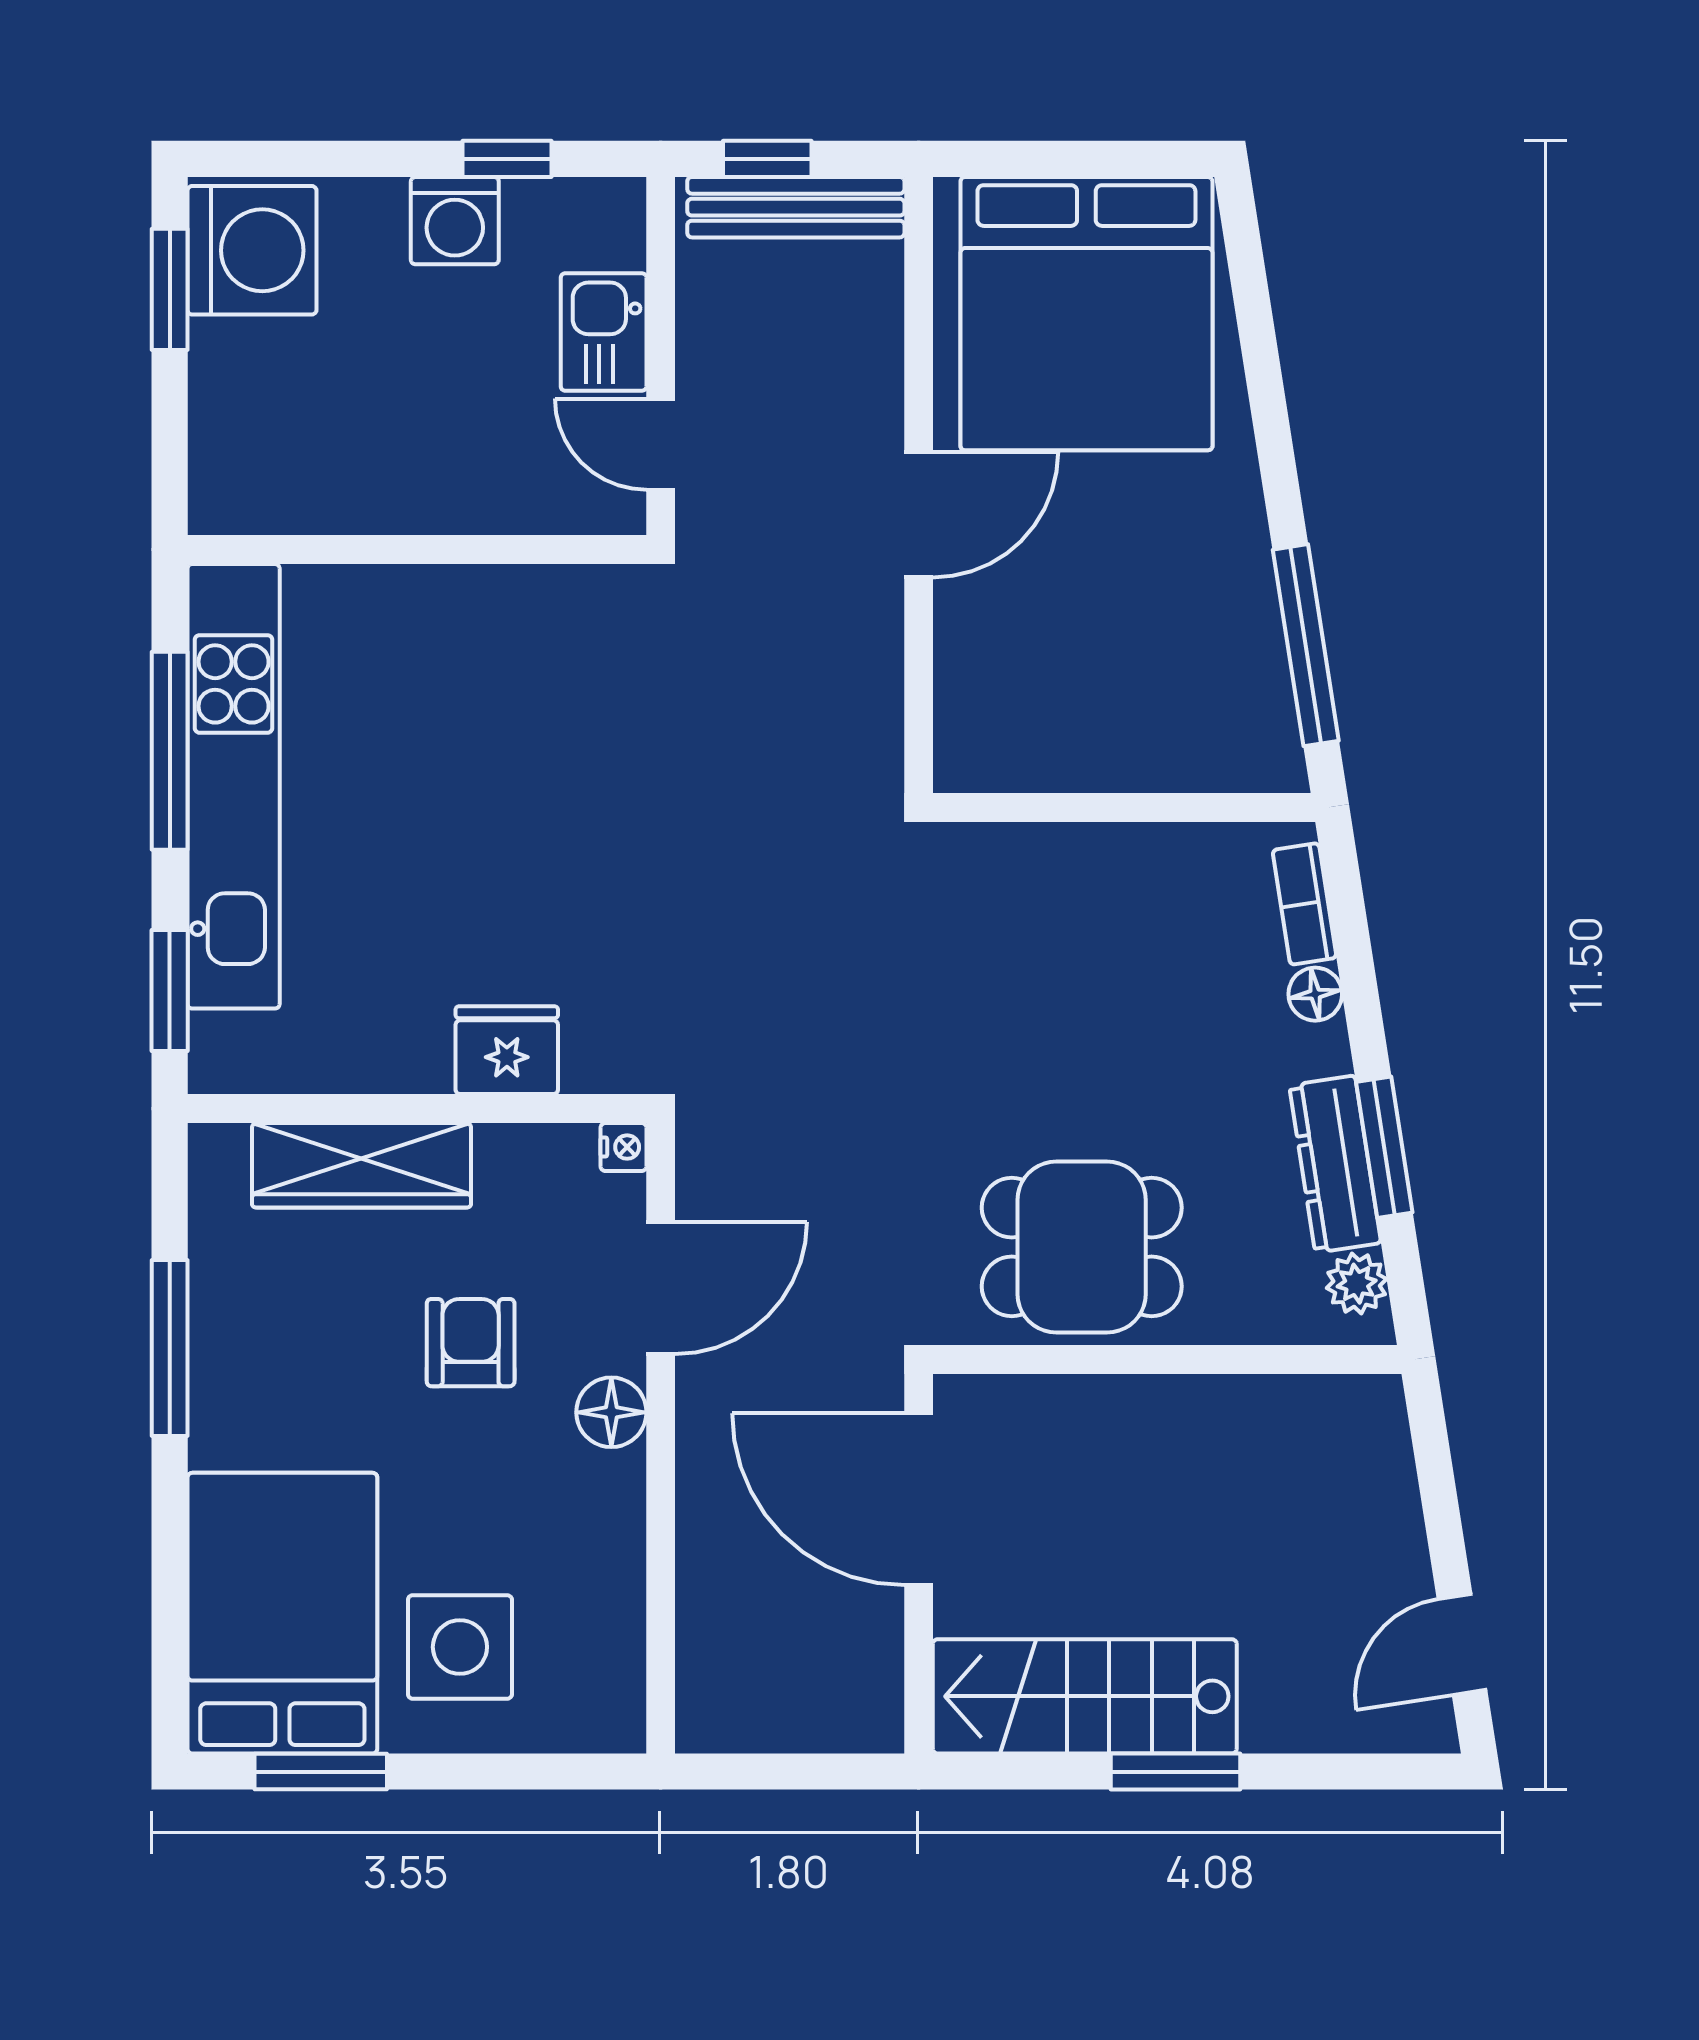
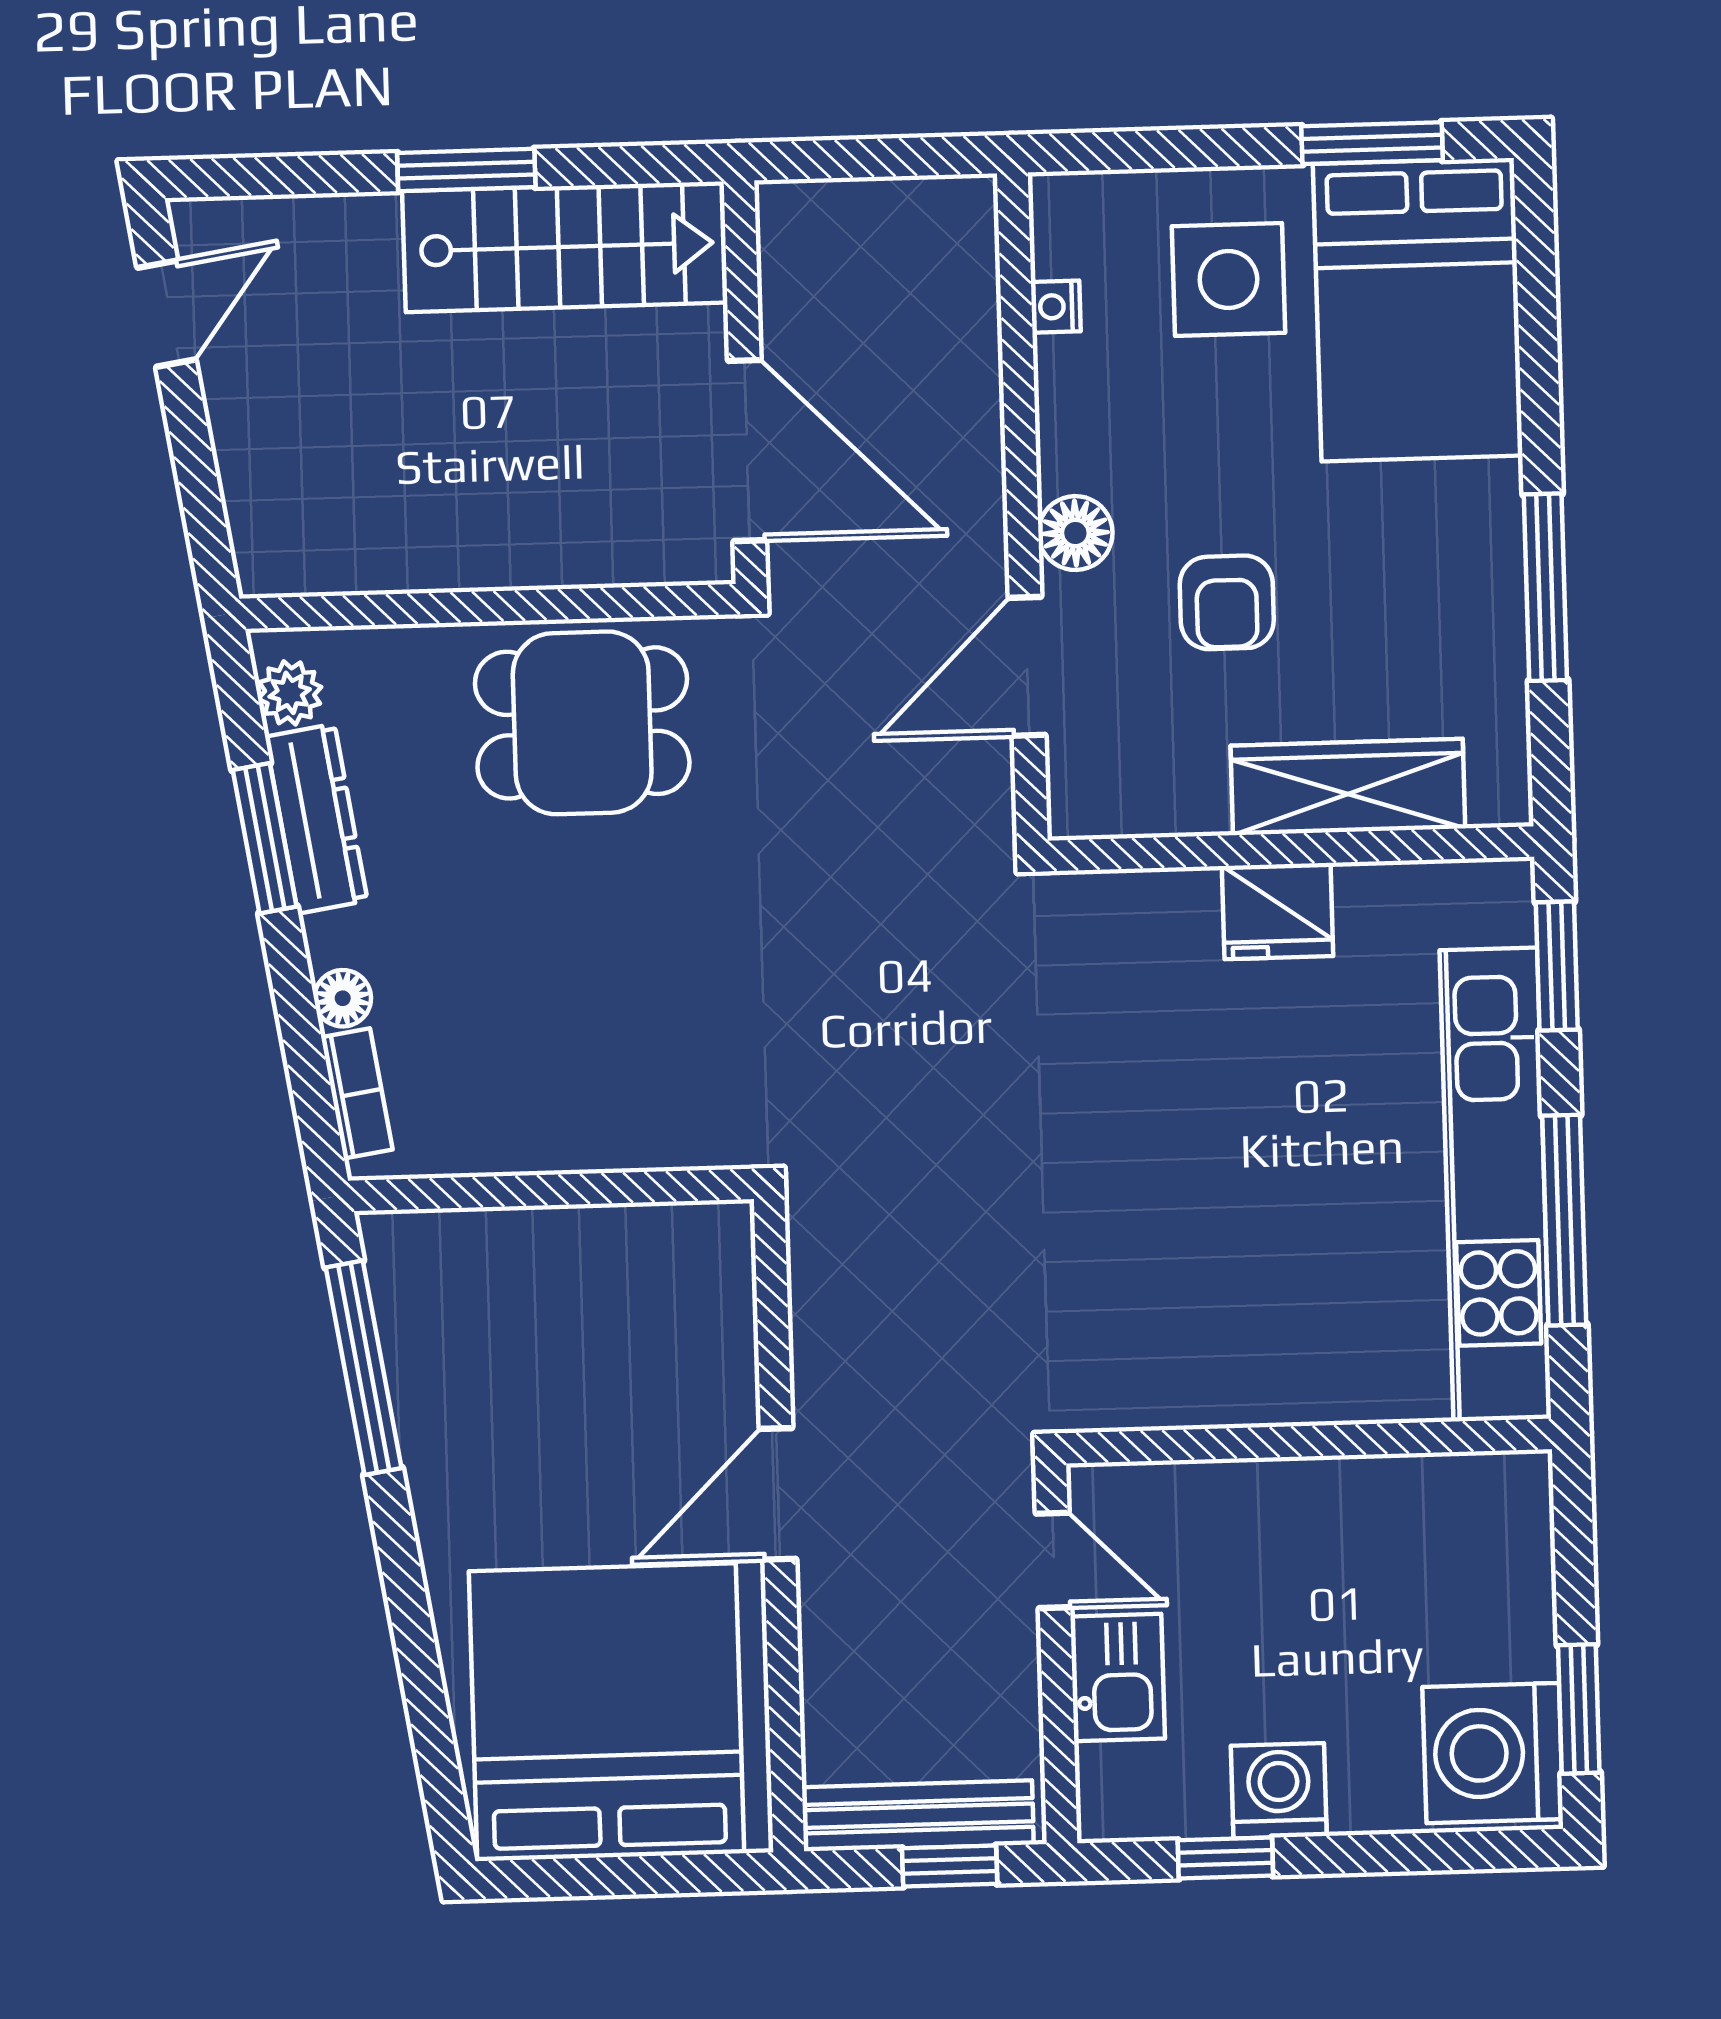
fridge: (507, 1050) -> (1277, 911), moved
nightstand: (623, 1147) -> (1056, 307), moved

